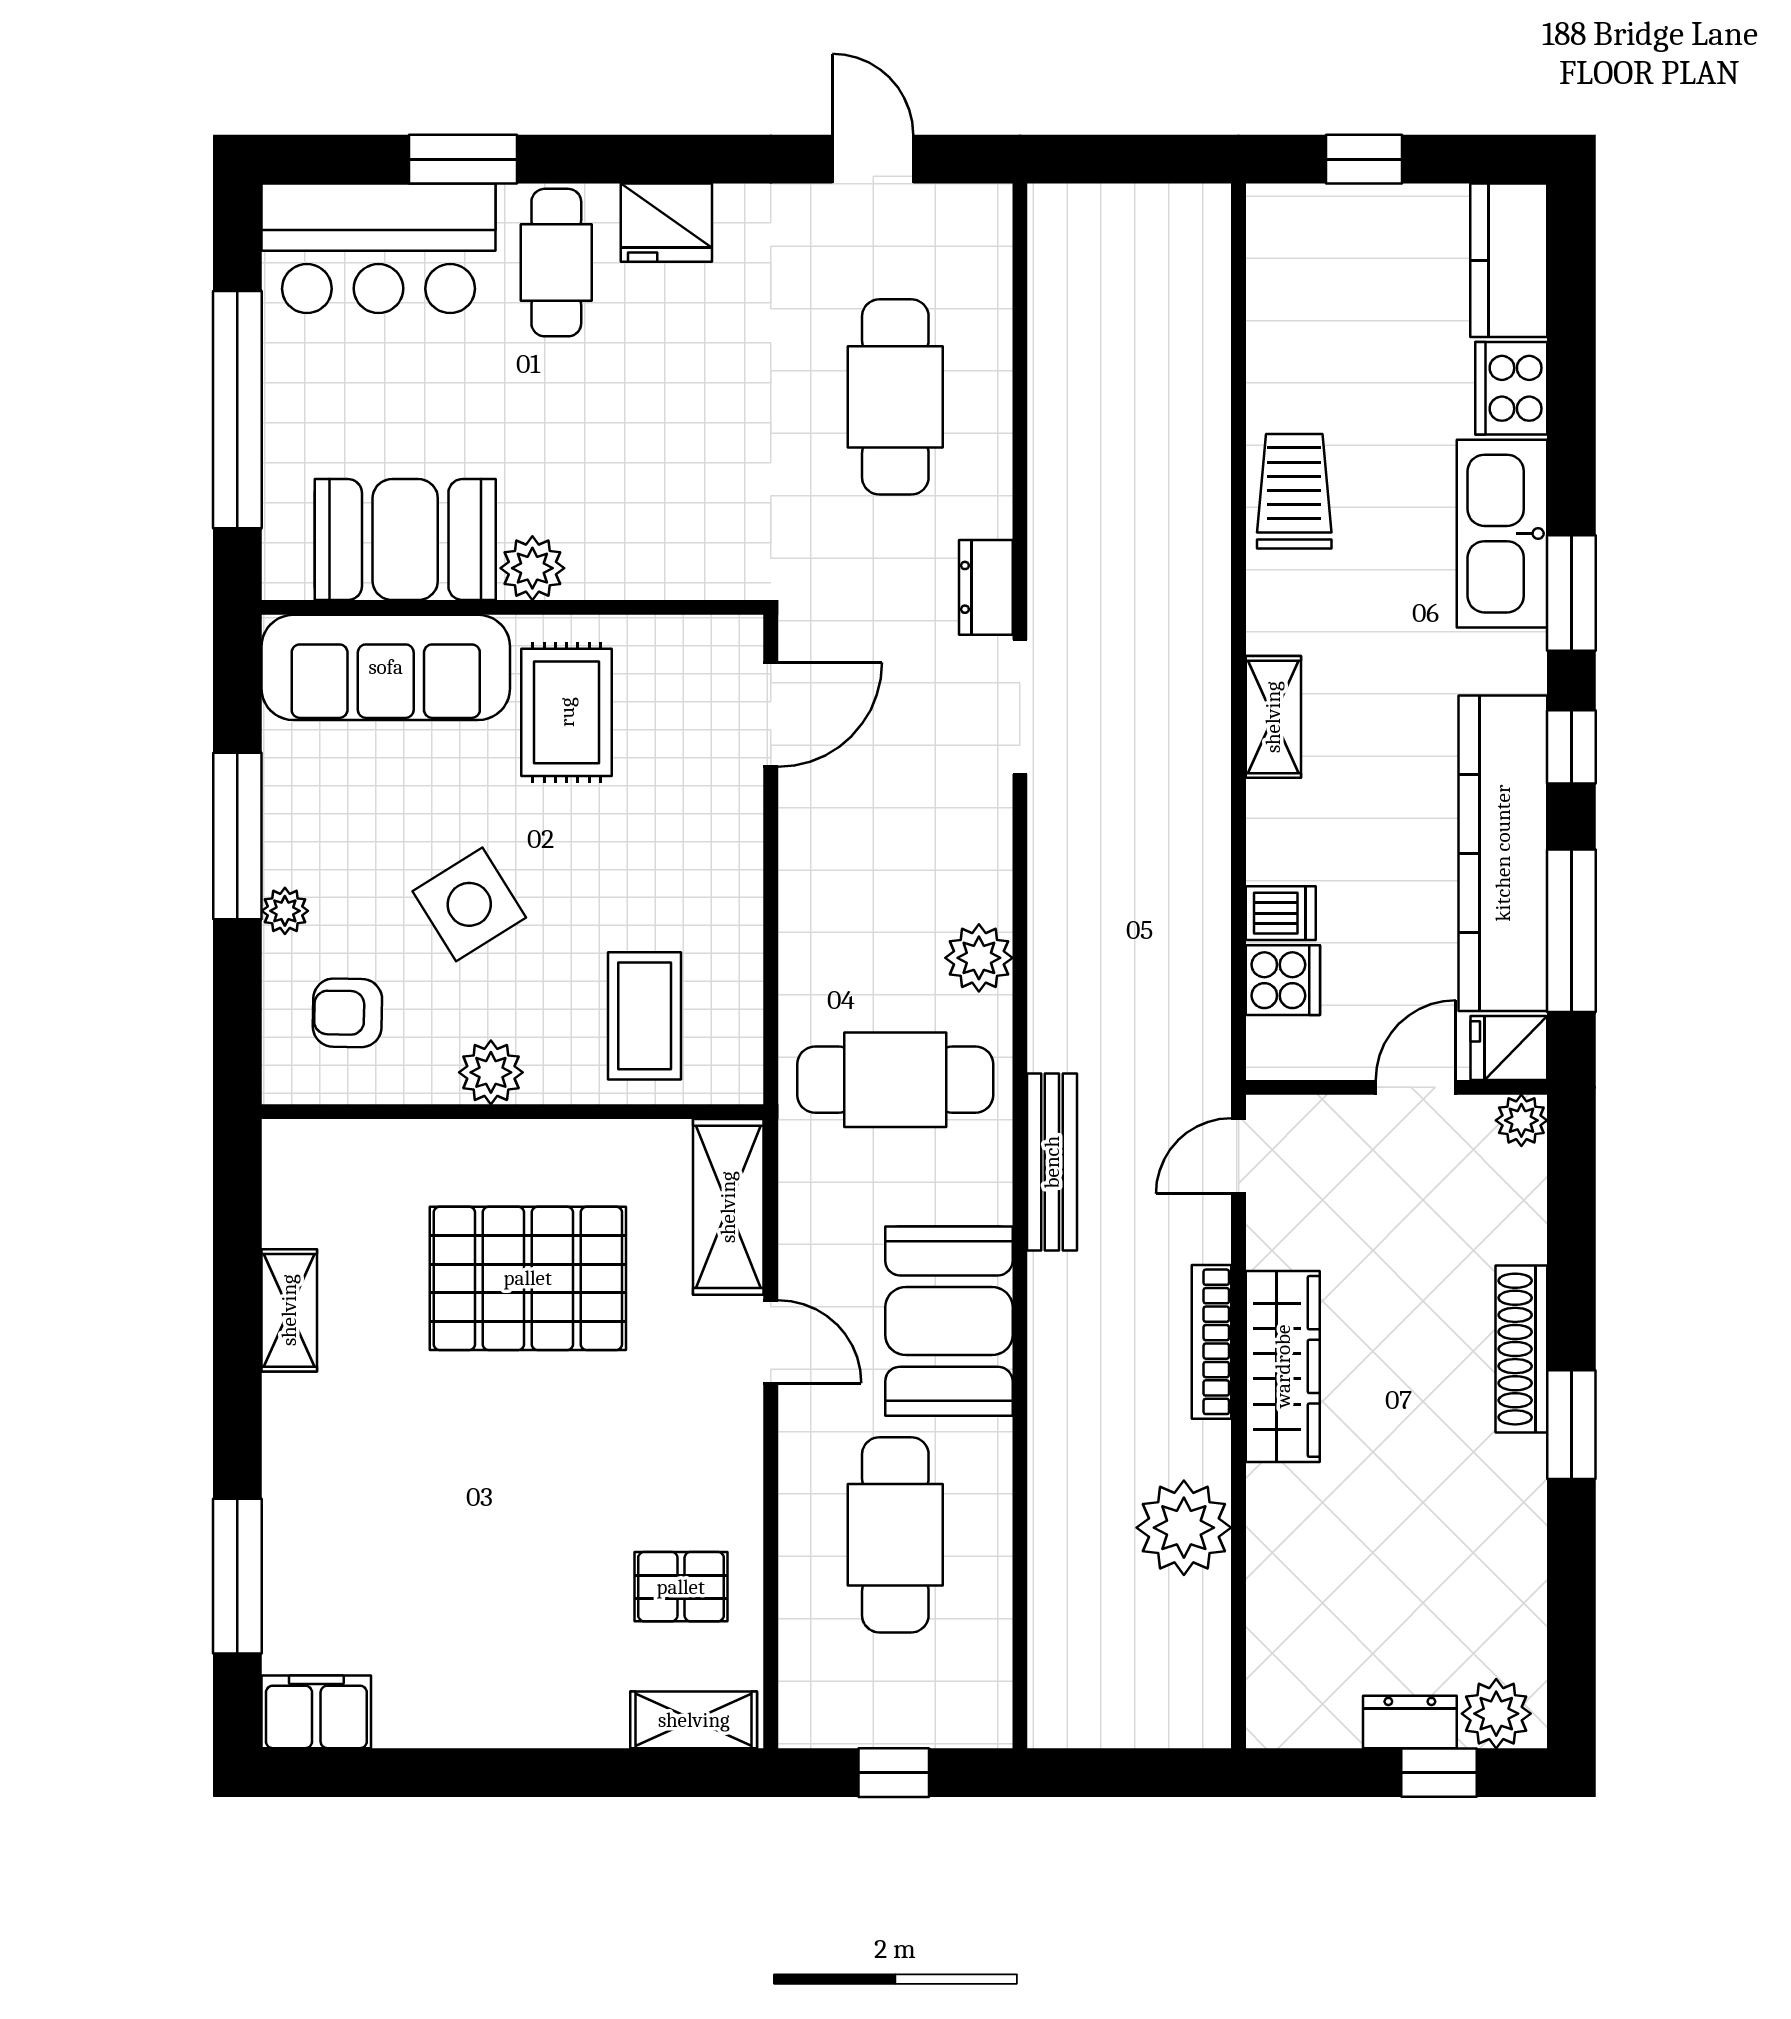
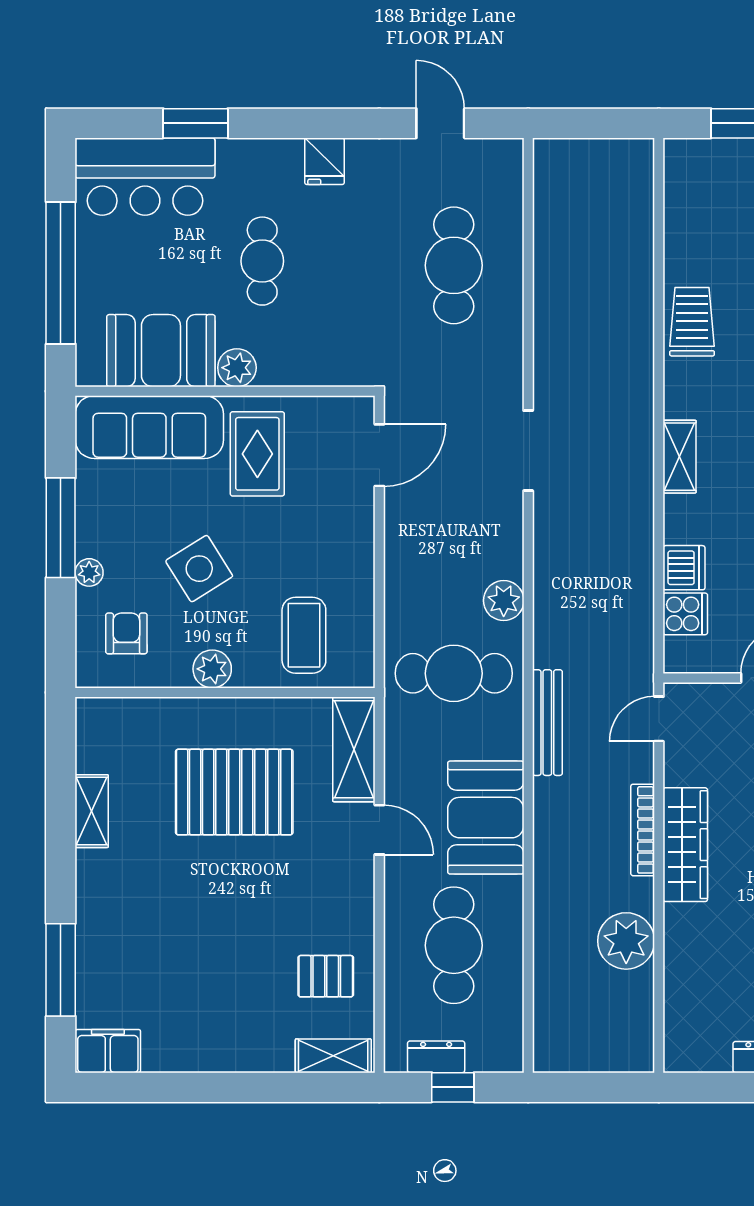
fridge: (666, 223) -> (325, 161), width x0.72
cafe table: (556, 263) -> (262, 261), moved
dresser: (986, 587) -> (436, 1057), moved, turned 90
dishwasher: (1281, 913) -> (684, 568), width x1.38
armchair: (347, 1013) -> (126, 633), turned 89

